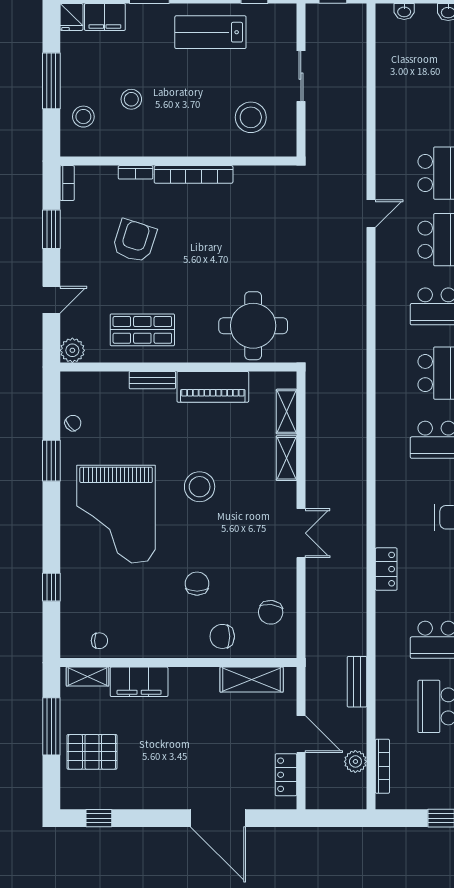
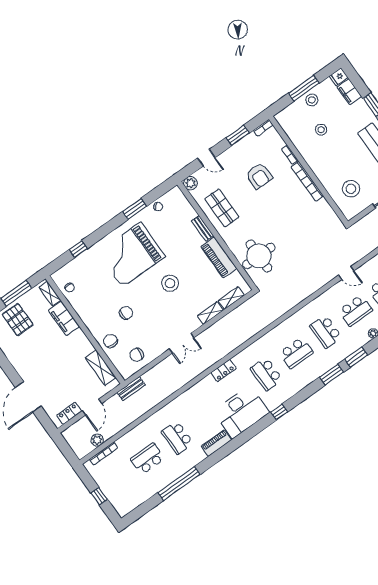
stool: (83, 117) -> (312, 100), moved
armchair: (134, 241) -> (259, 176), turned 72
locker: (386, 569) -> (224, 371), moved
bench: (357, 682) -> (131, 389), moved

